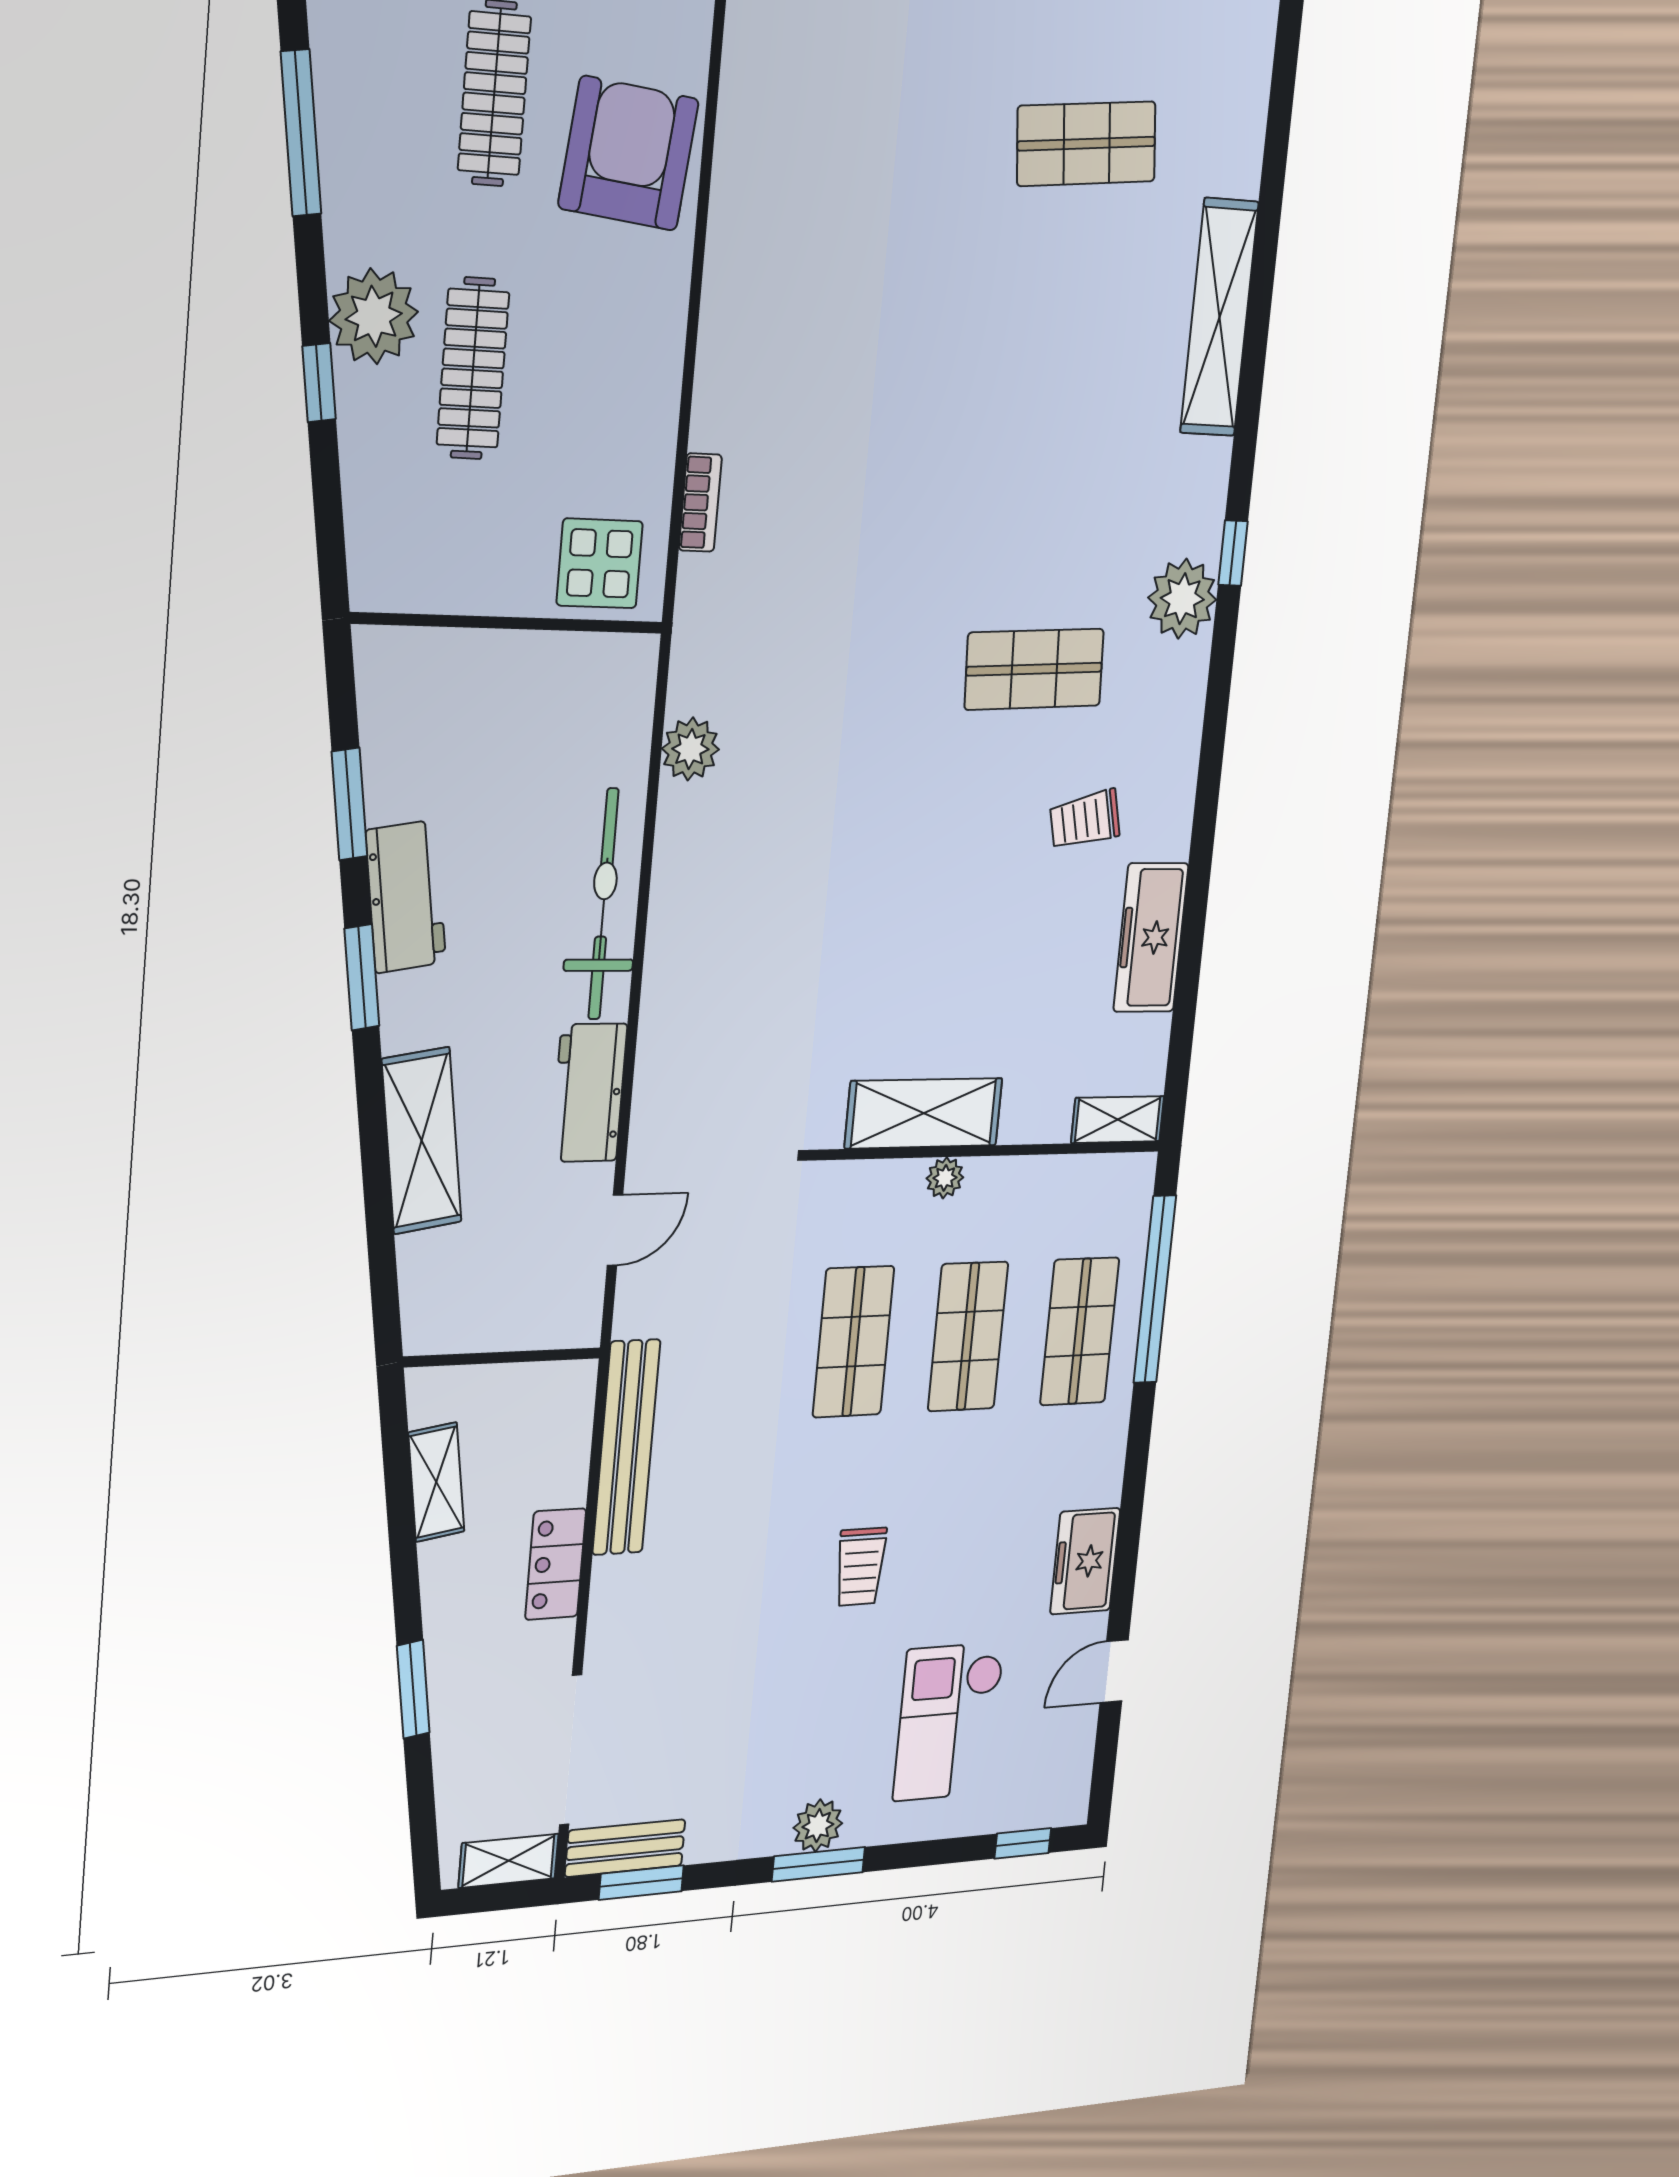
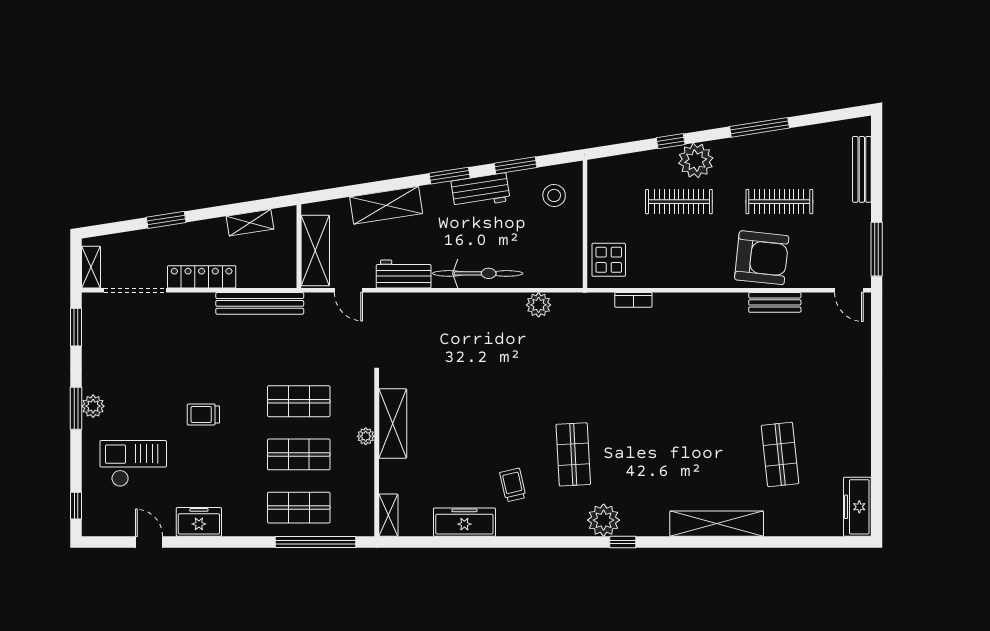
stool: (432, 703) -> (554, 195), added
shelving: (515, 1316) -> (315, 251), added
locker: (556, 1564) -> (202, 277), width x1.53
bench: (625, 1848) -> (775, 302), moved, turned 90

